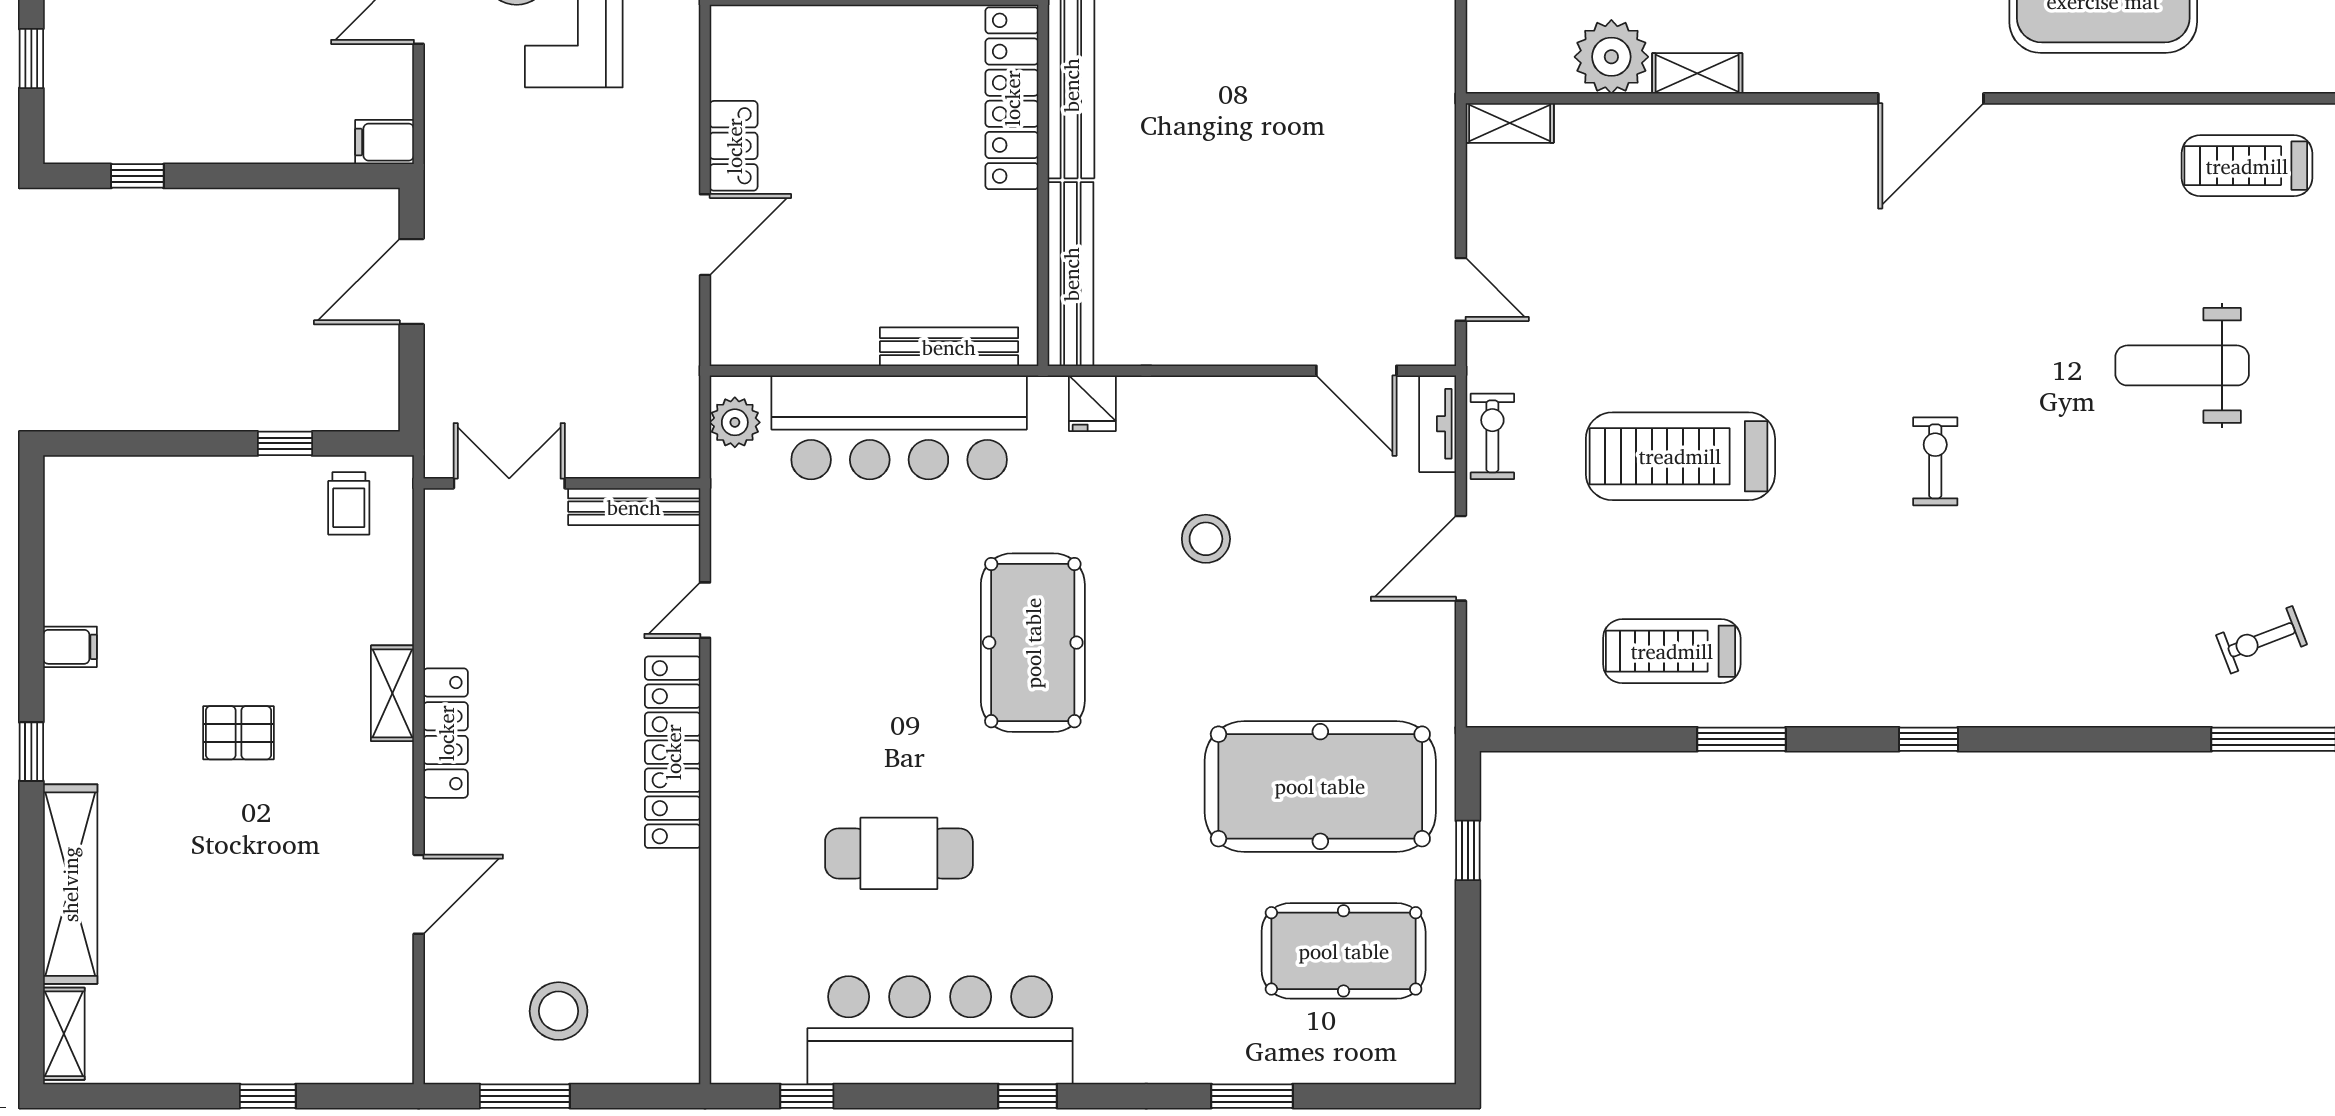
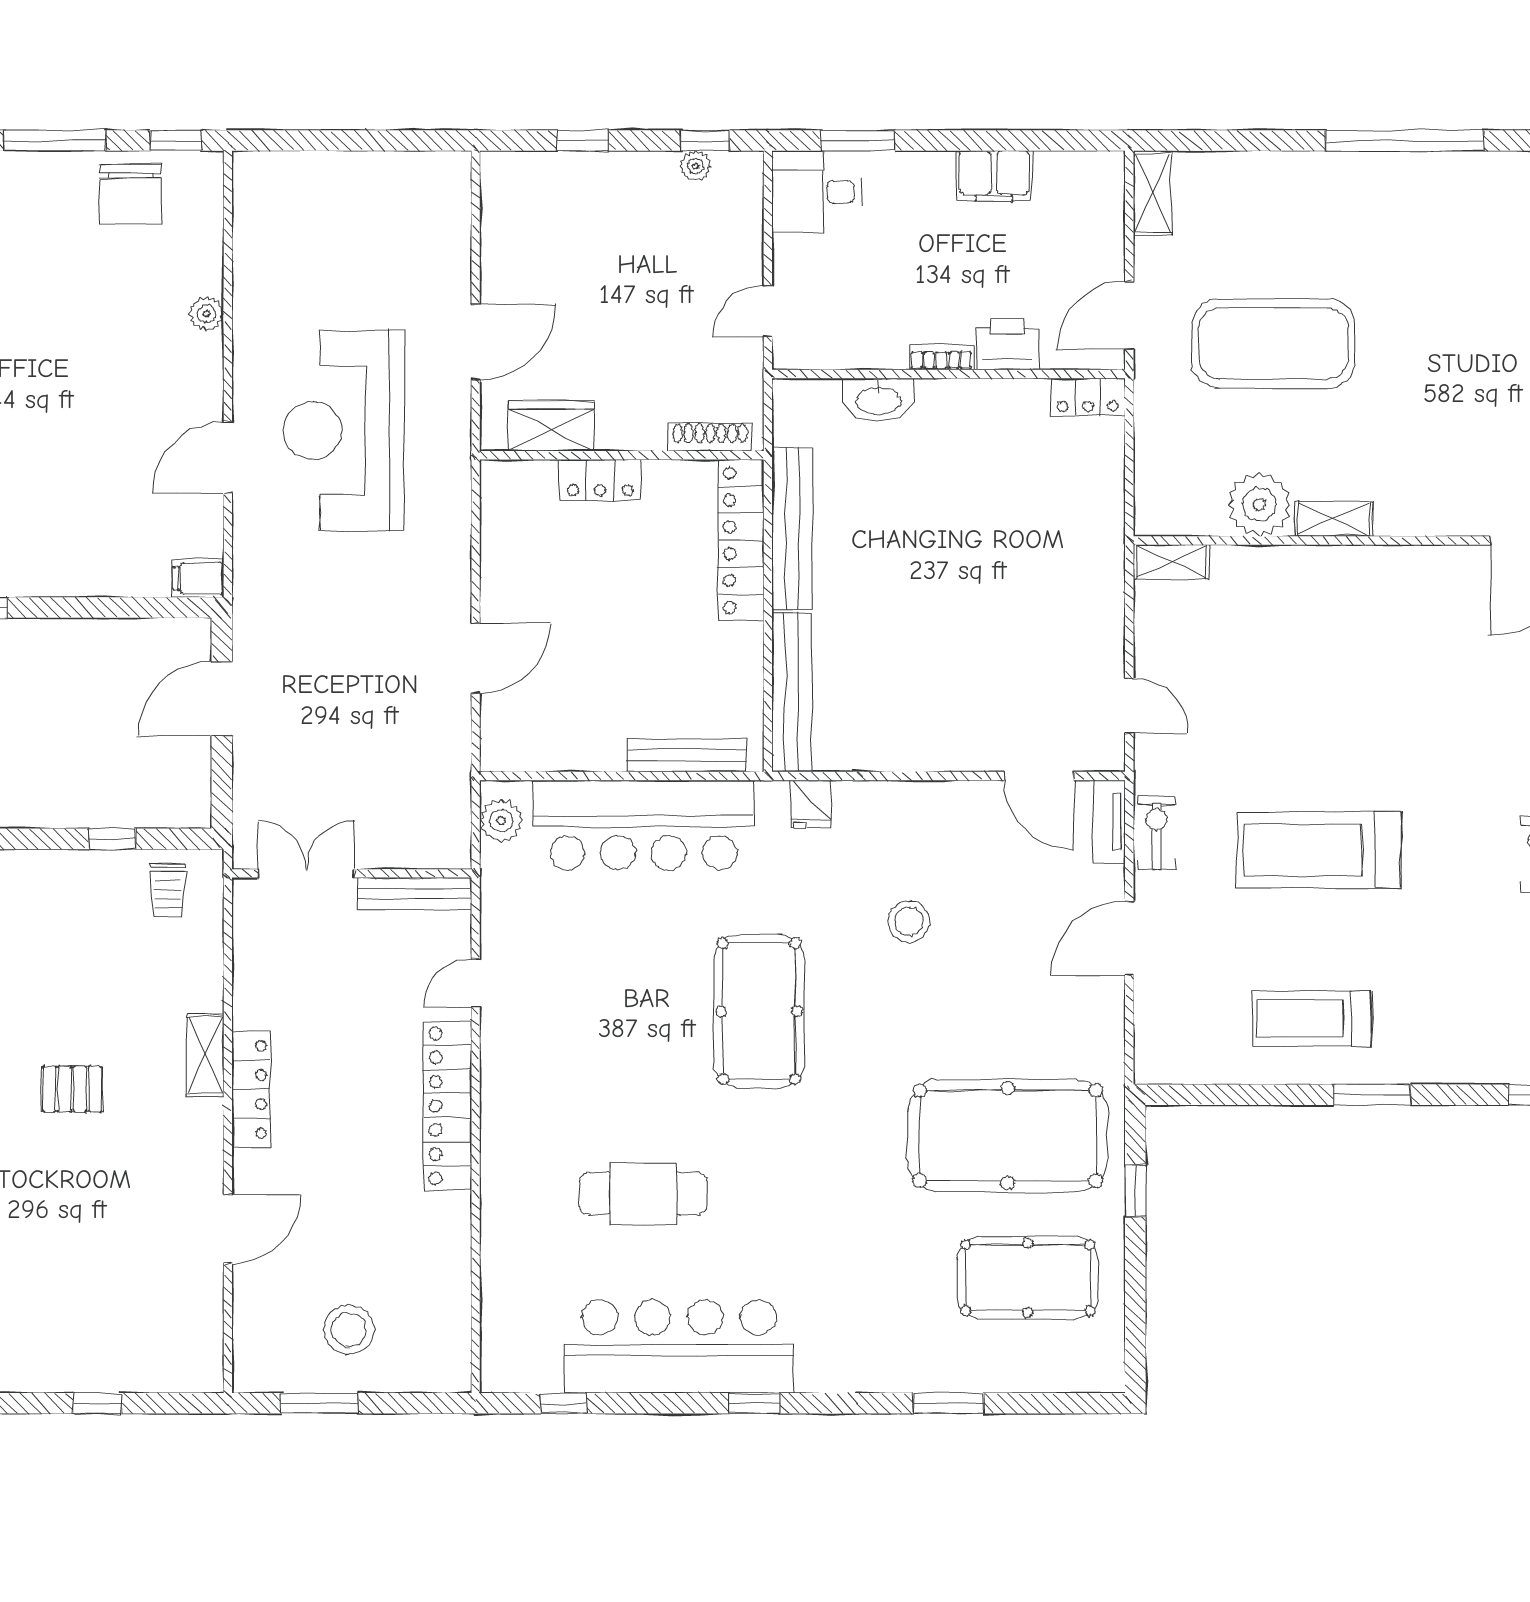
locker: (734, 146) -> (600, 480), moved, turned 90

